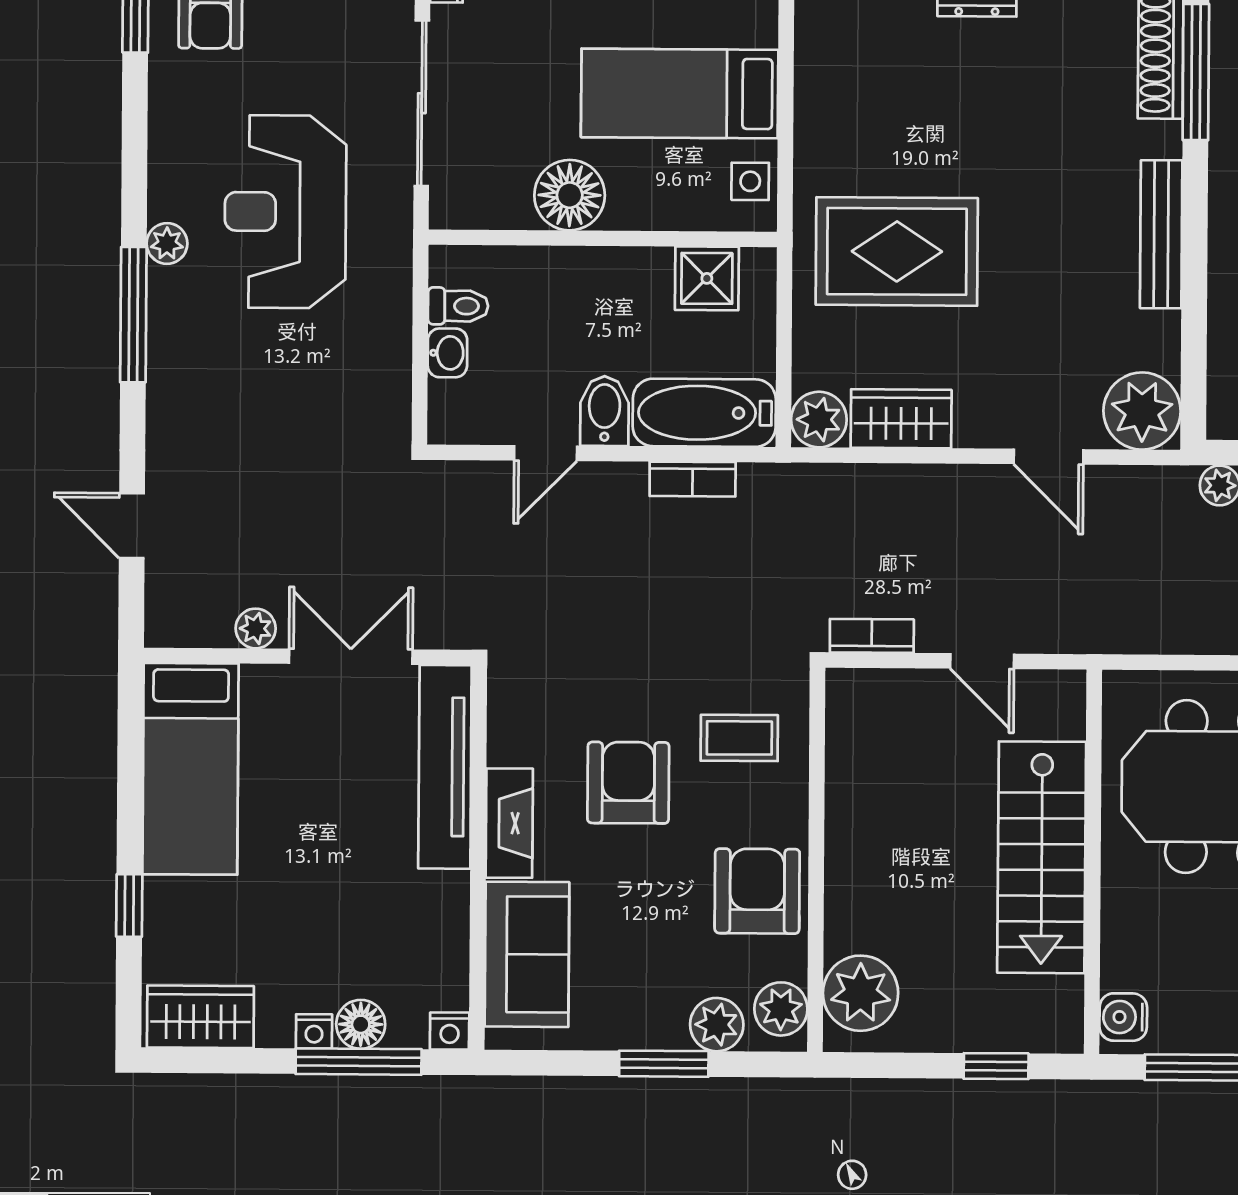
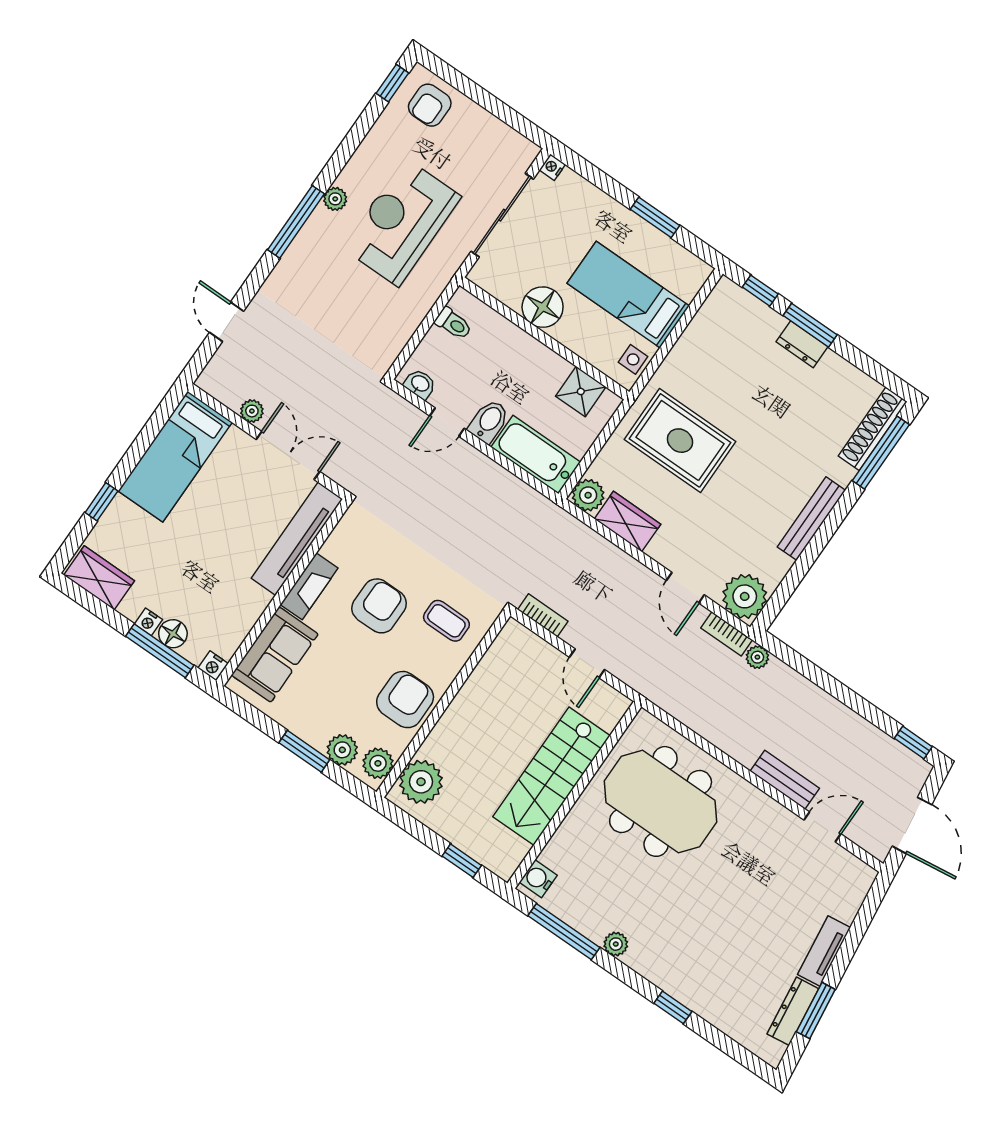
washbasin: (447, 353) -> (420, 384), moved, turned -90
bookcase: (693, 479) -> (727, 634), moved

